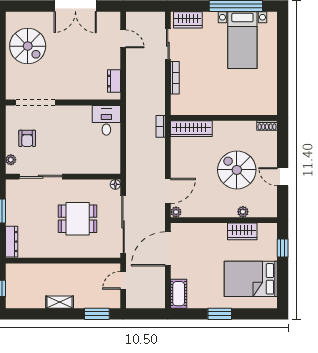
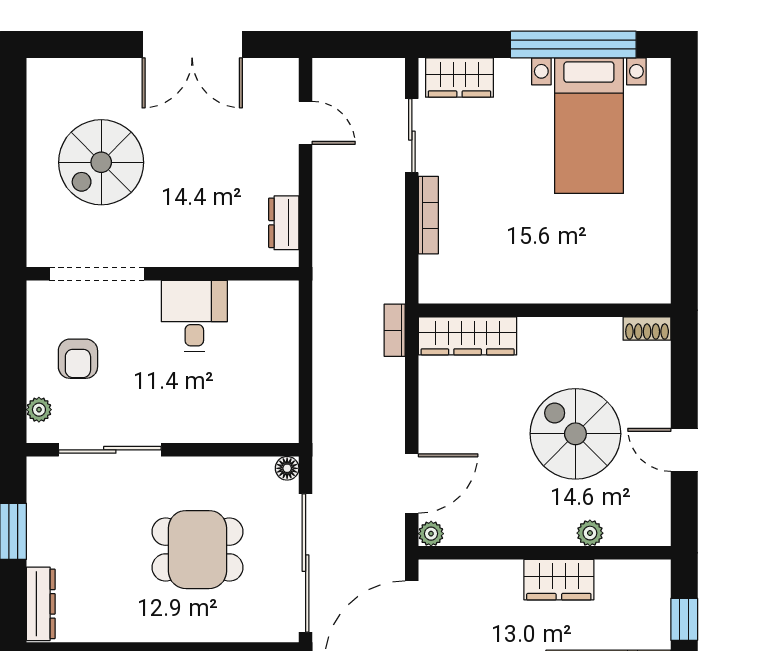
spiral stairs: (28, 46) -> (101, 162), moved, turned 90
desk: (106, 120) -> (194, 316), moved
wardrobe: (242, 231) -> (559, 580), moved

